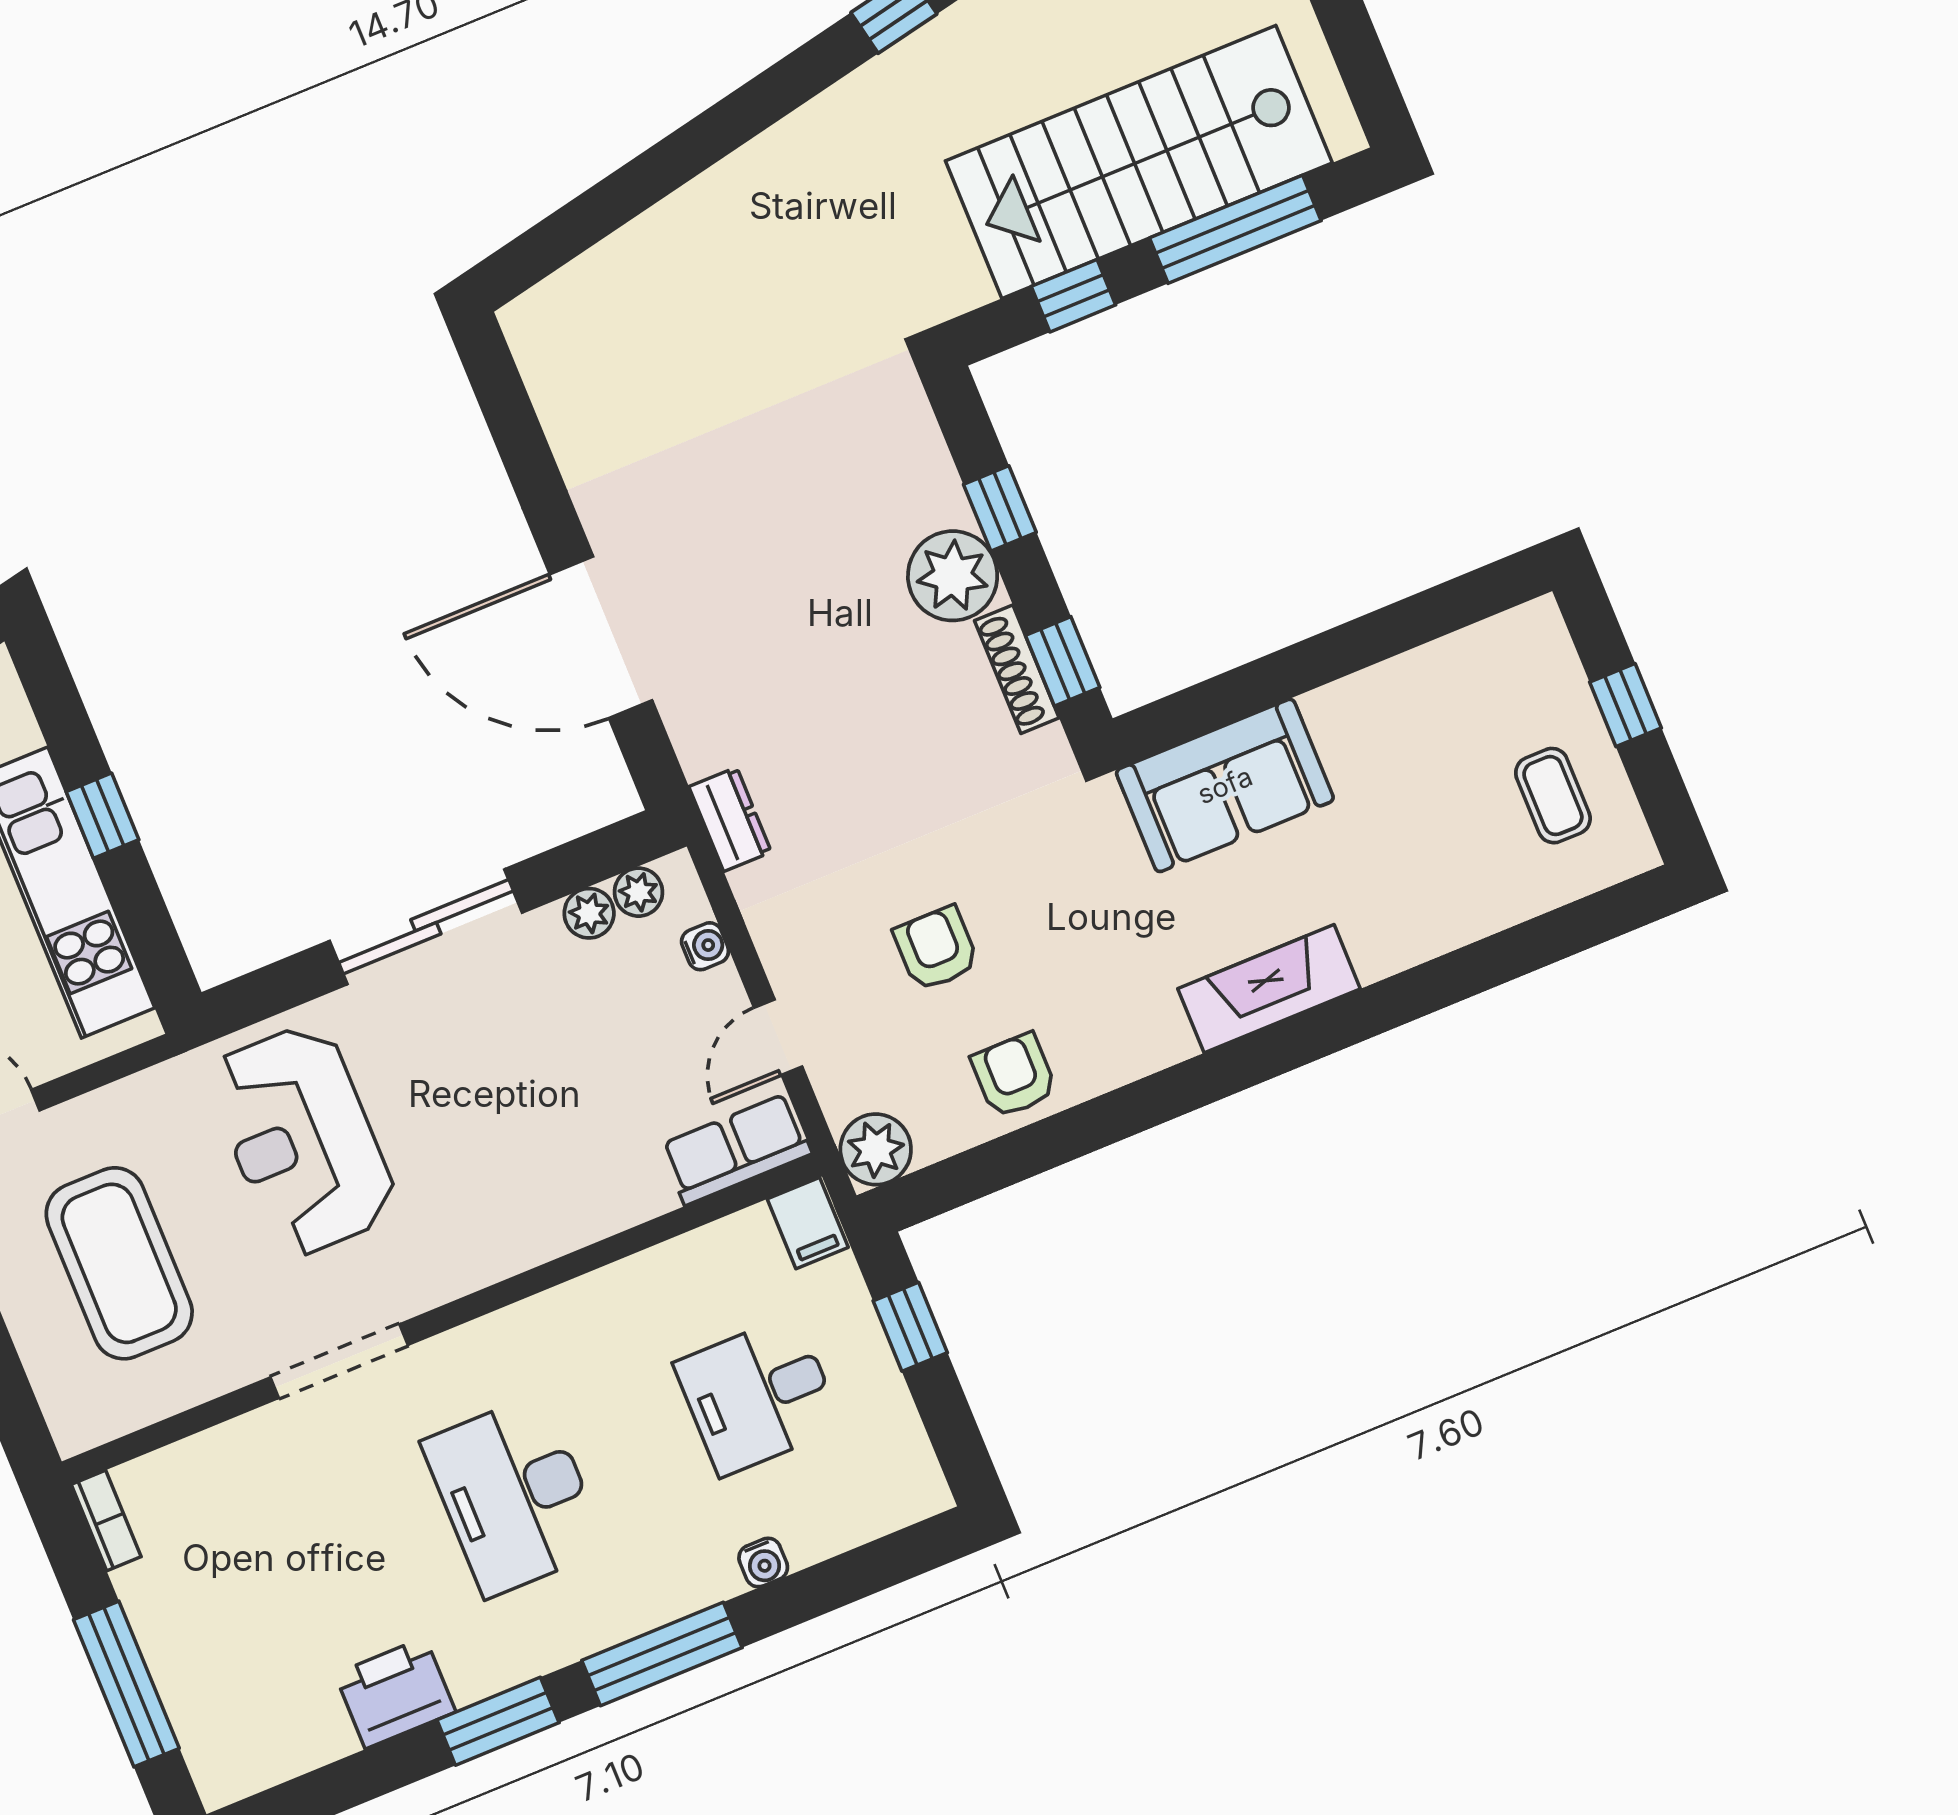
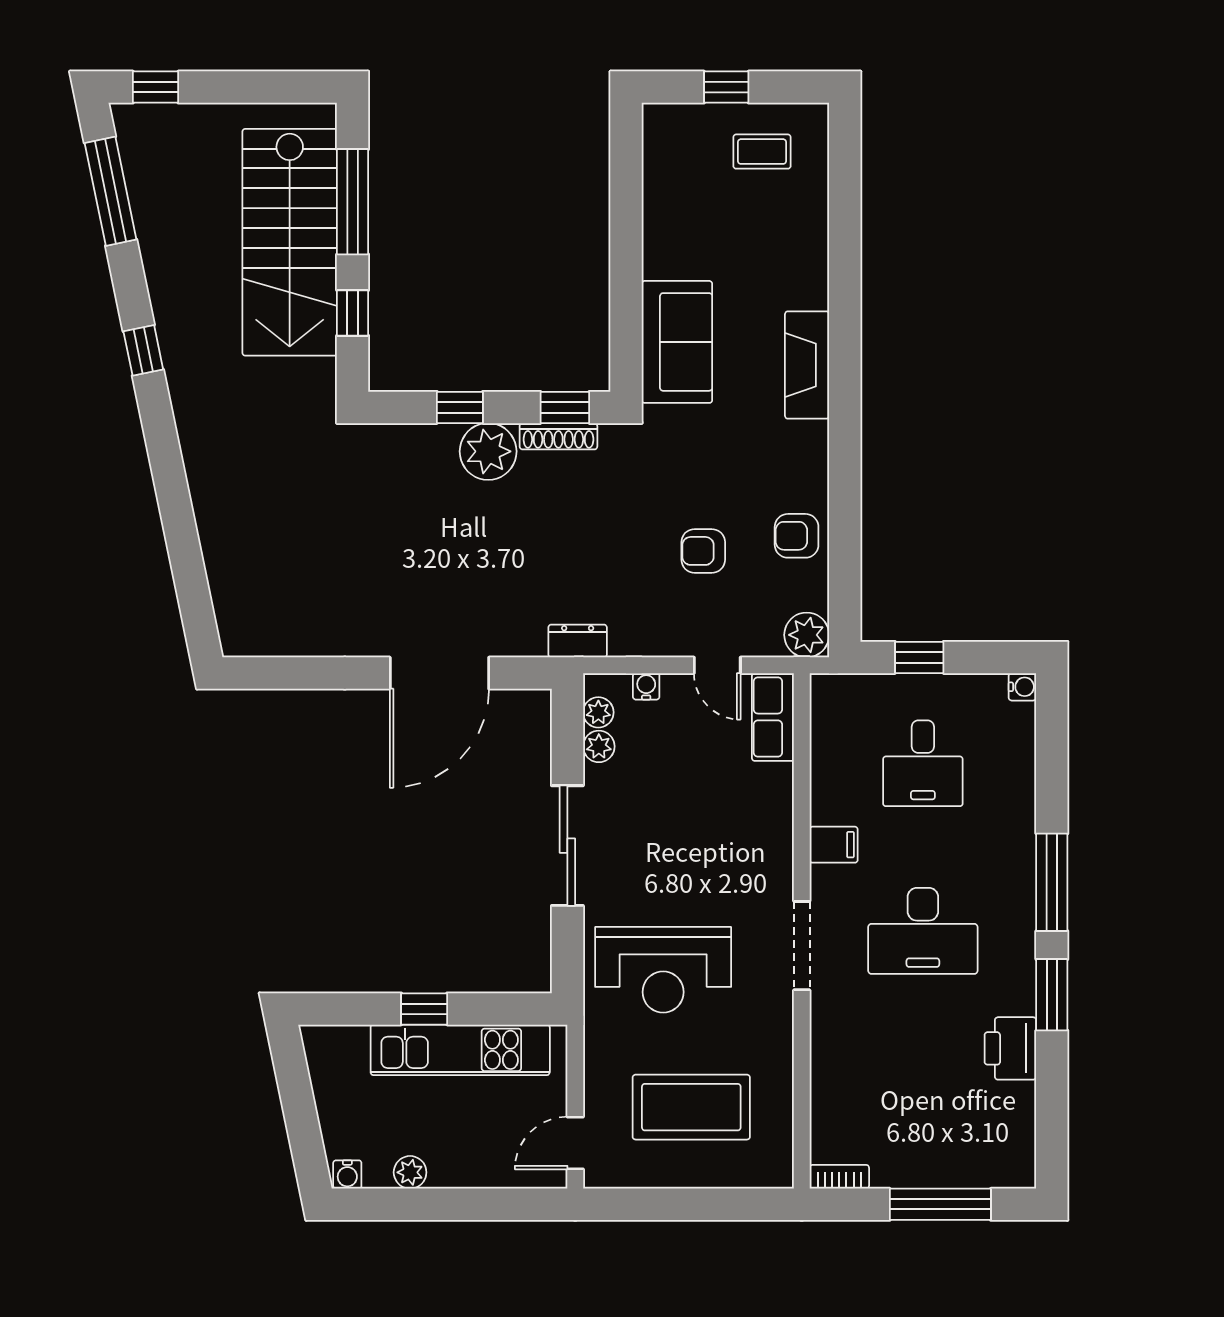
filing cabinet: (808, 1223) -> (834, 845), moved
doorway: (339, 1361) -> (802, 946), moved
water cooler: (763, 1563) -> (1022, 687), moved

